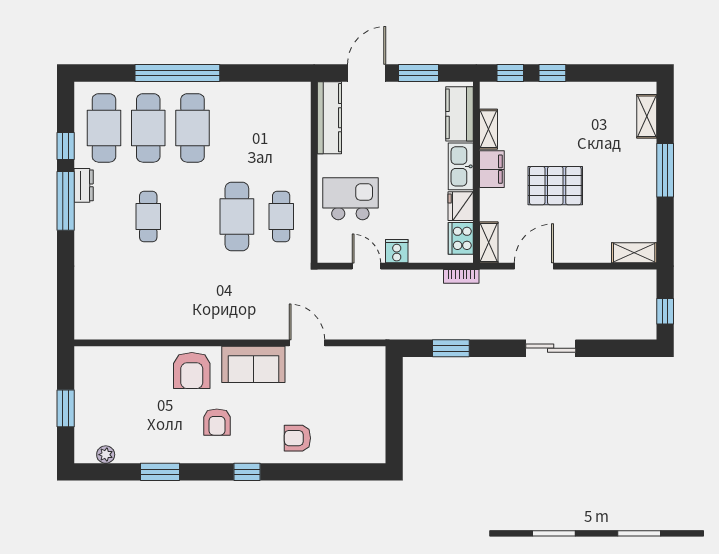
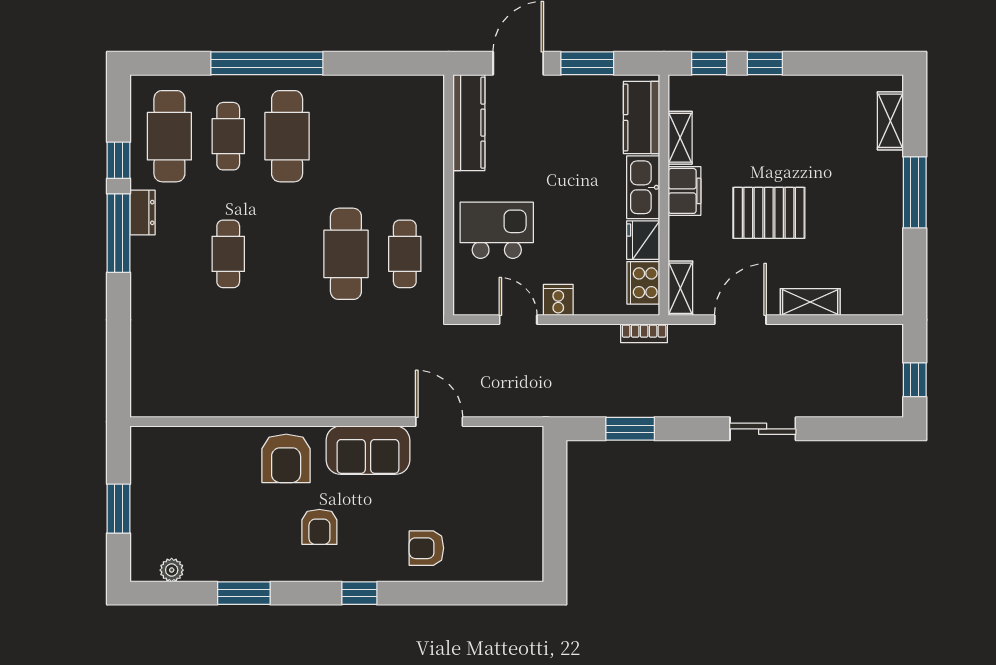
cafe table: (148, 128) -> (228, 136), width x0.73, depth x0.74
shelving: (634, 253) -> (810, 302), moved

